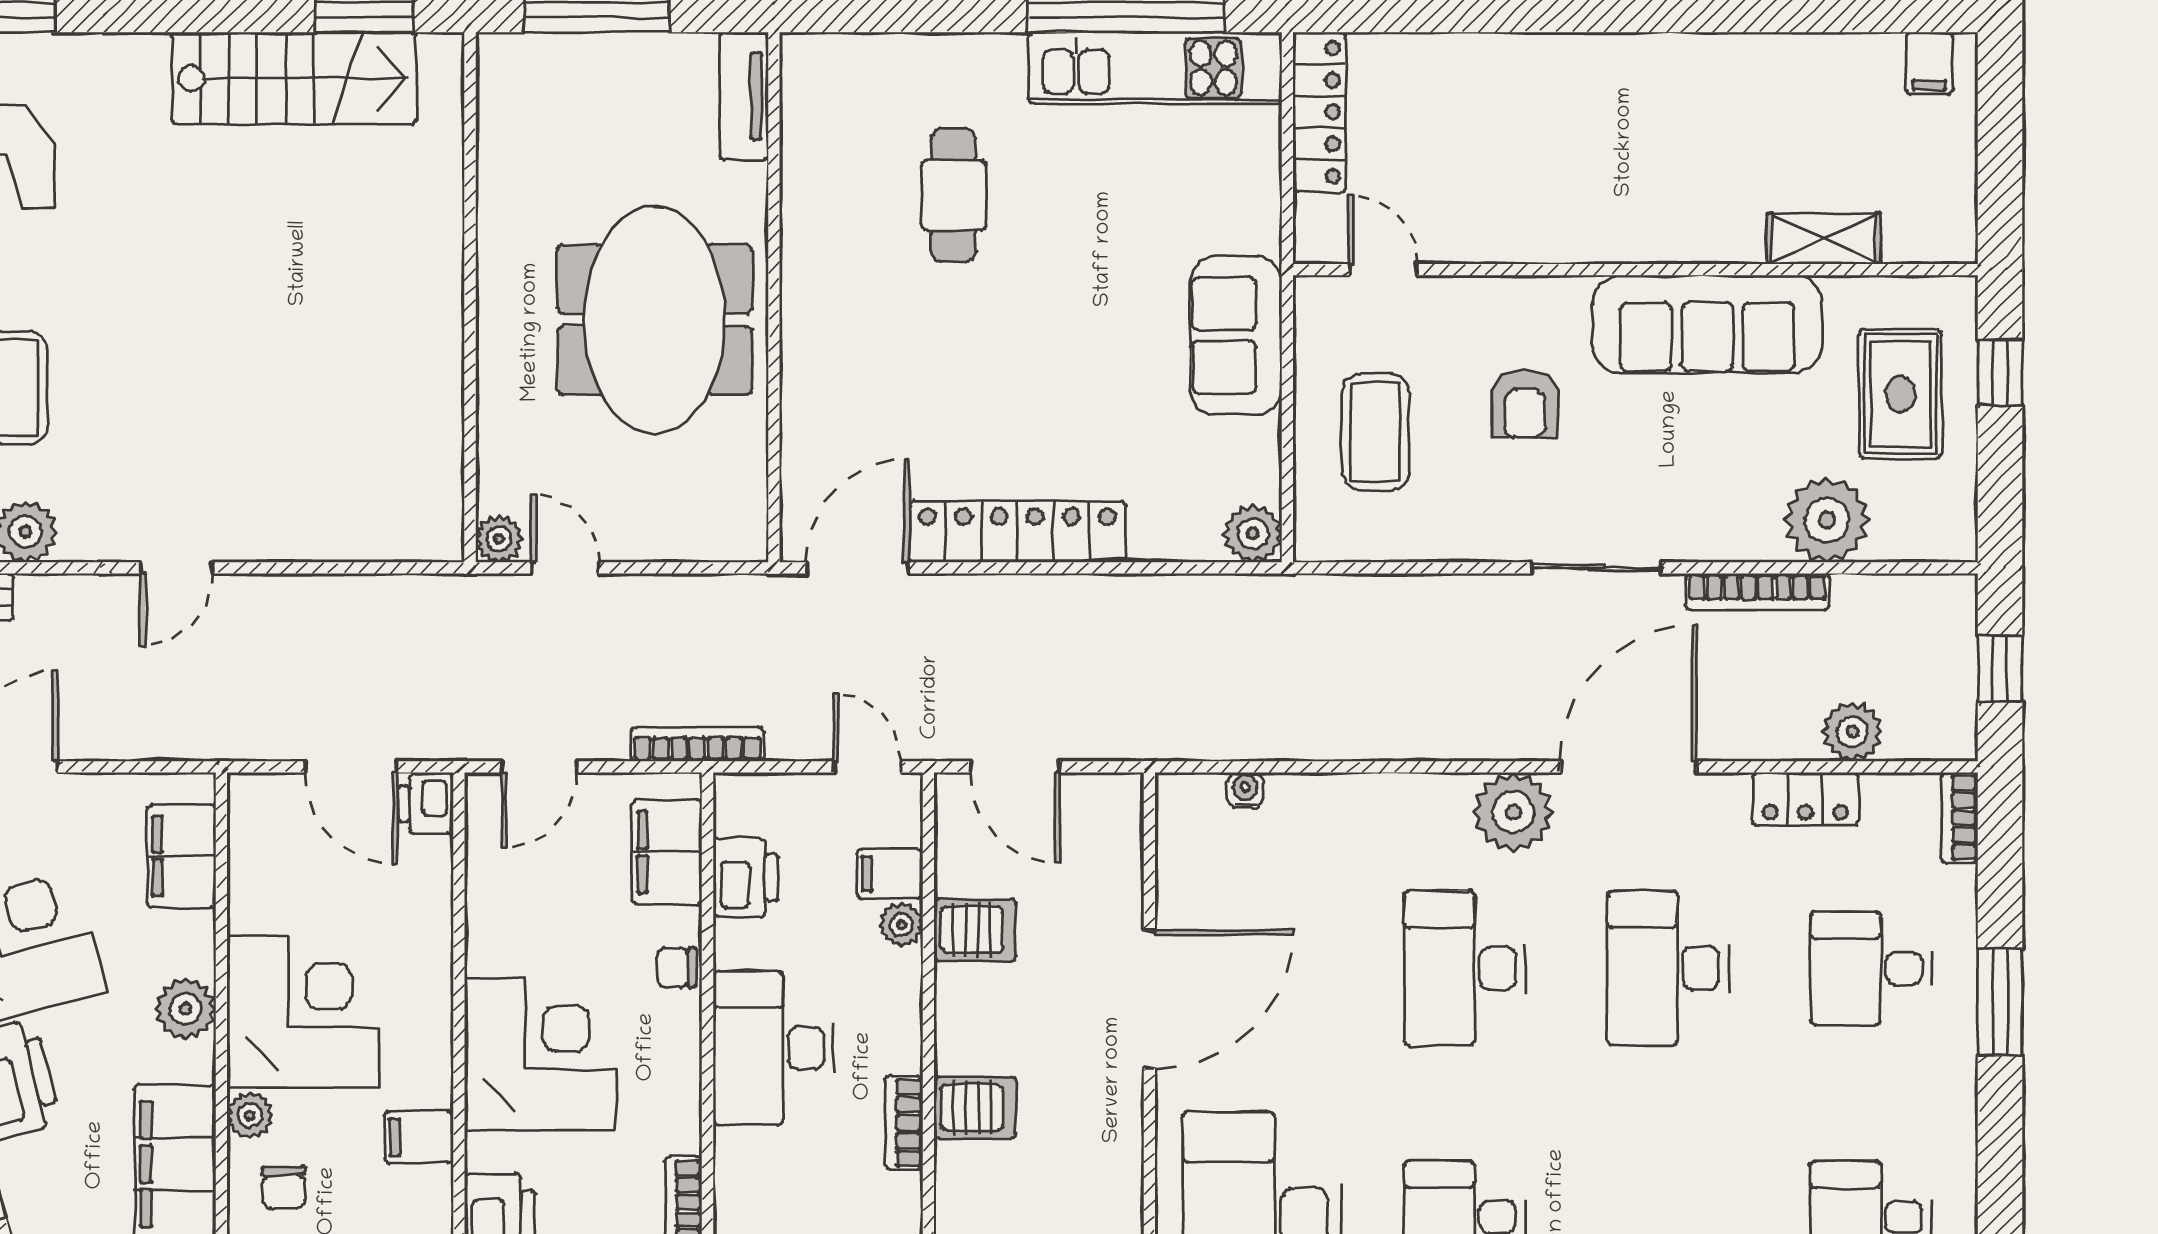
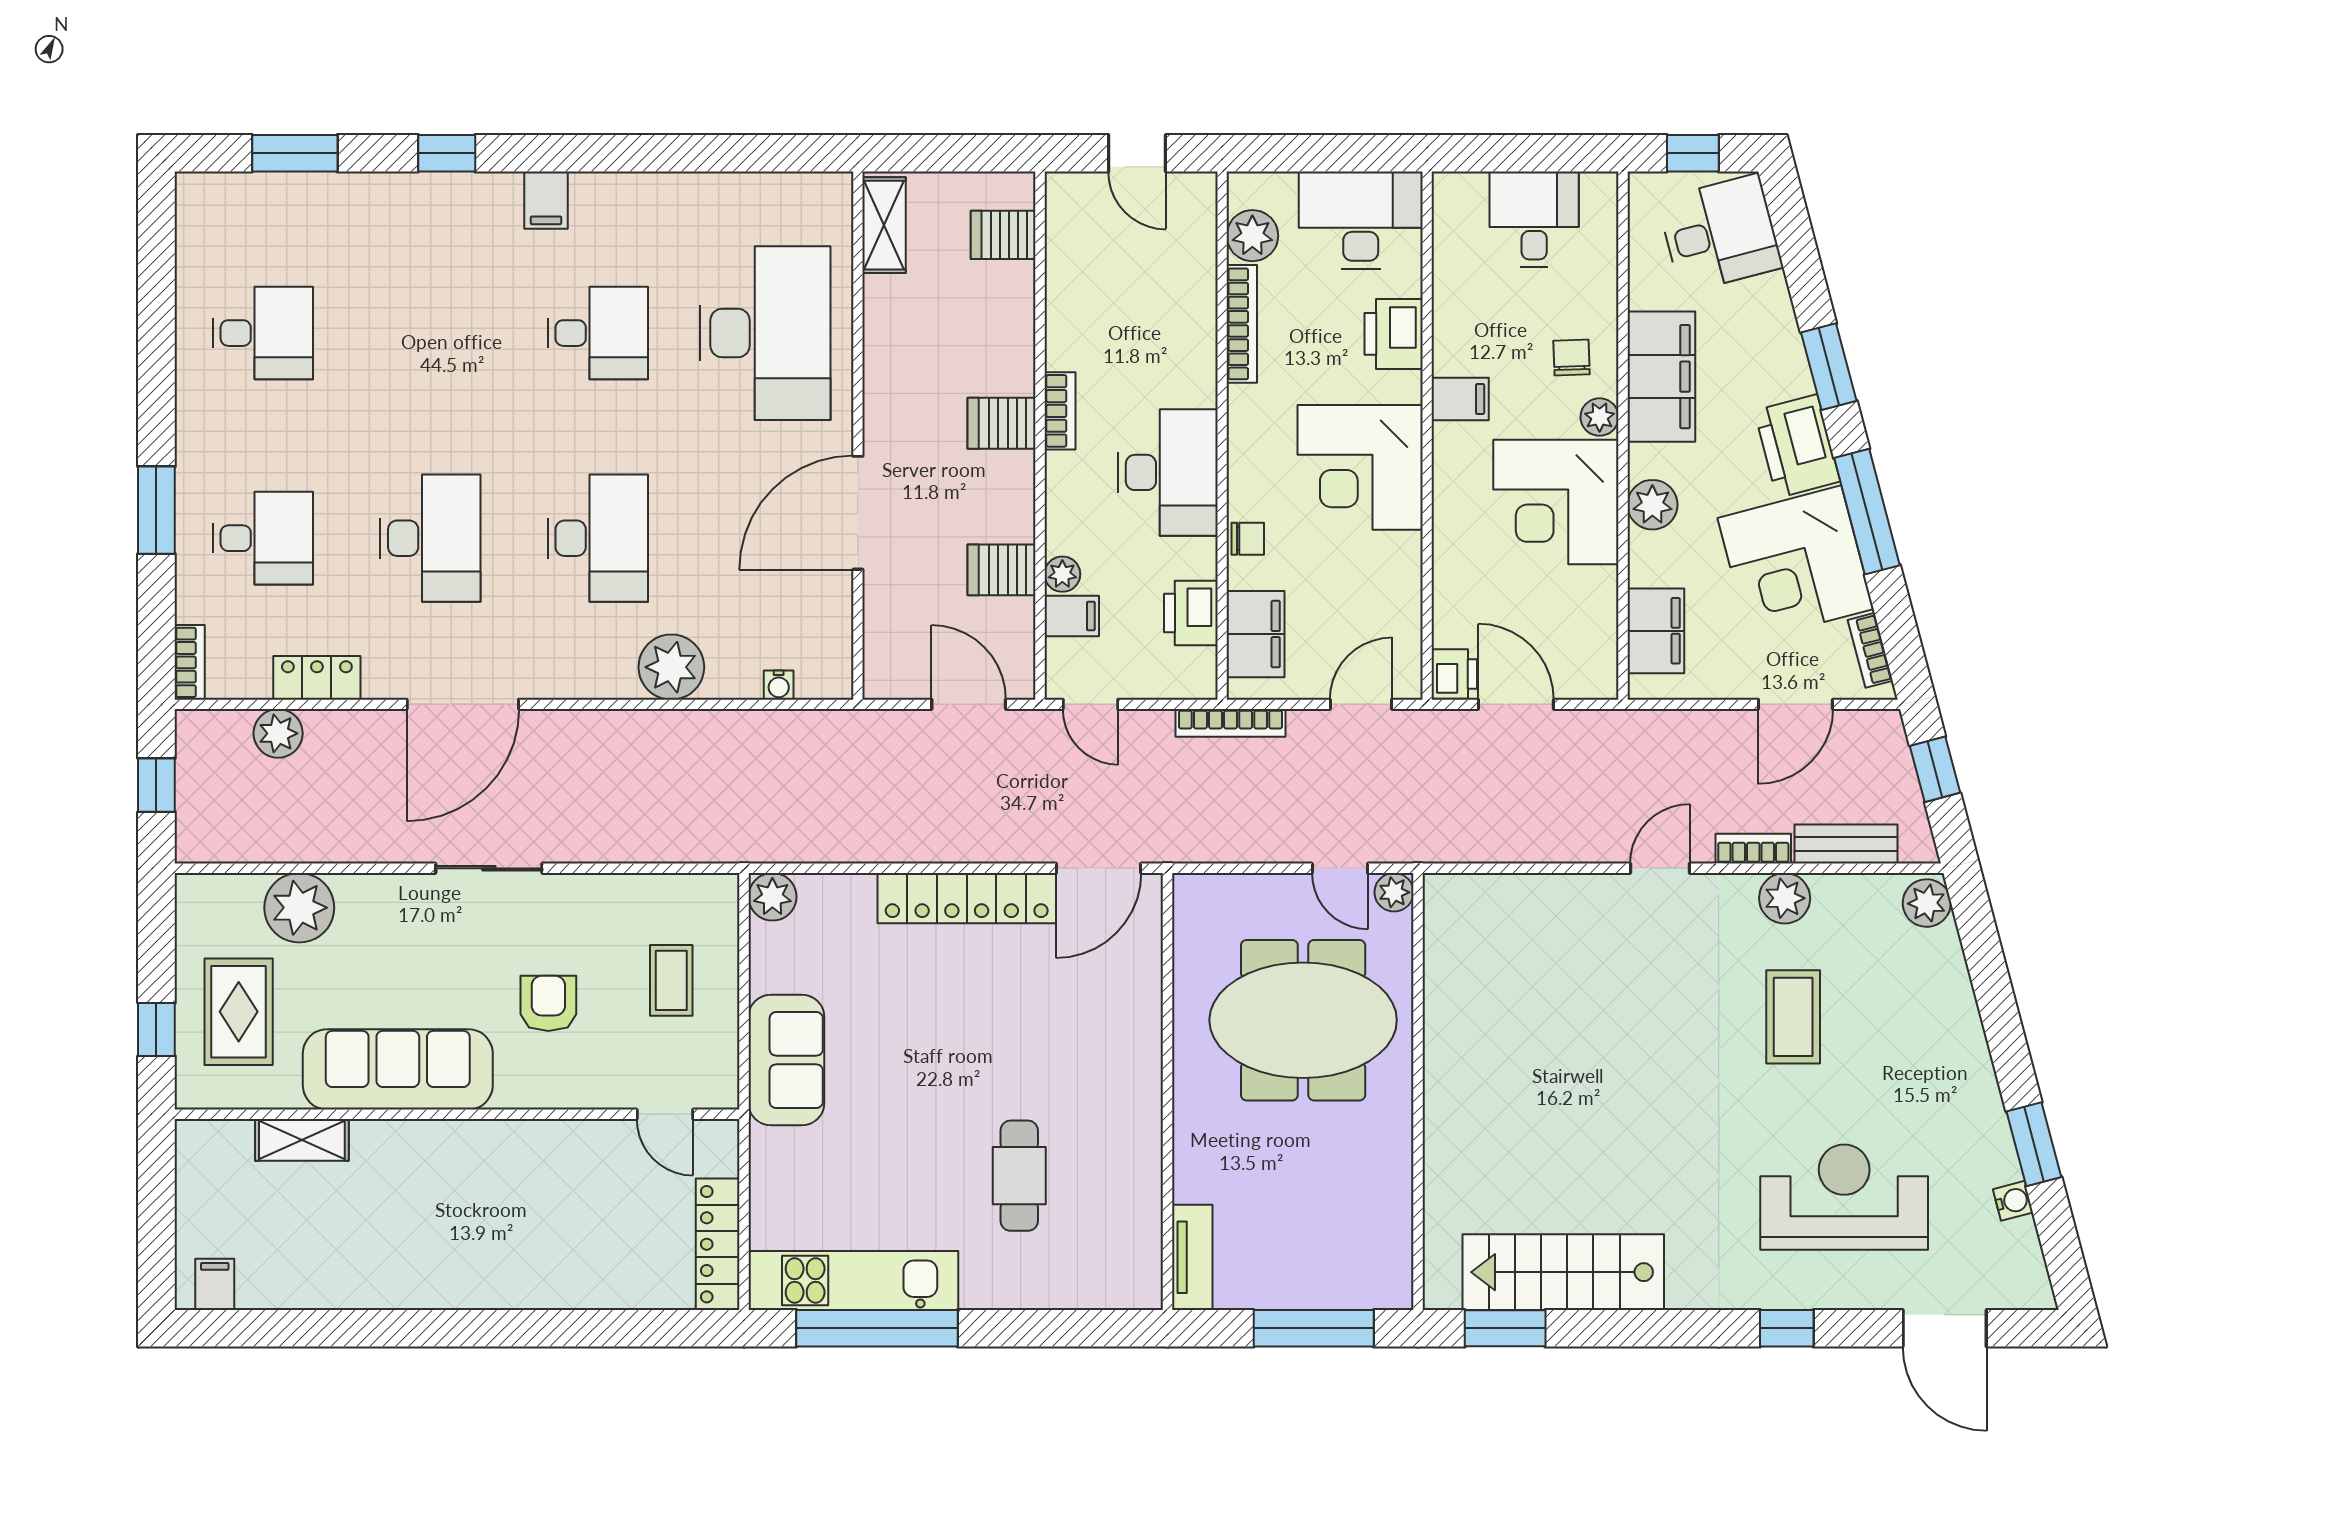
meeting table: (655, 320) -> (1303, 1020), moved, turned 90
coffee table: (1376, 432) -> (671, 980), width x0.73, depth x0.77
bookcase: (1757, 592) -> (1753, 849), moved, width x0.64
plant: (1513, 812) -> (671, 667), moved

